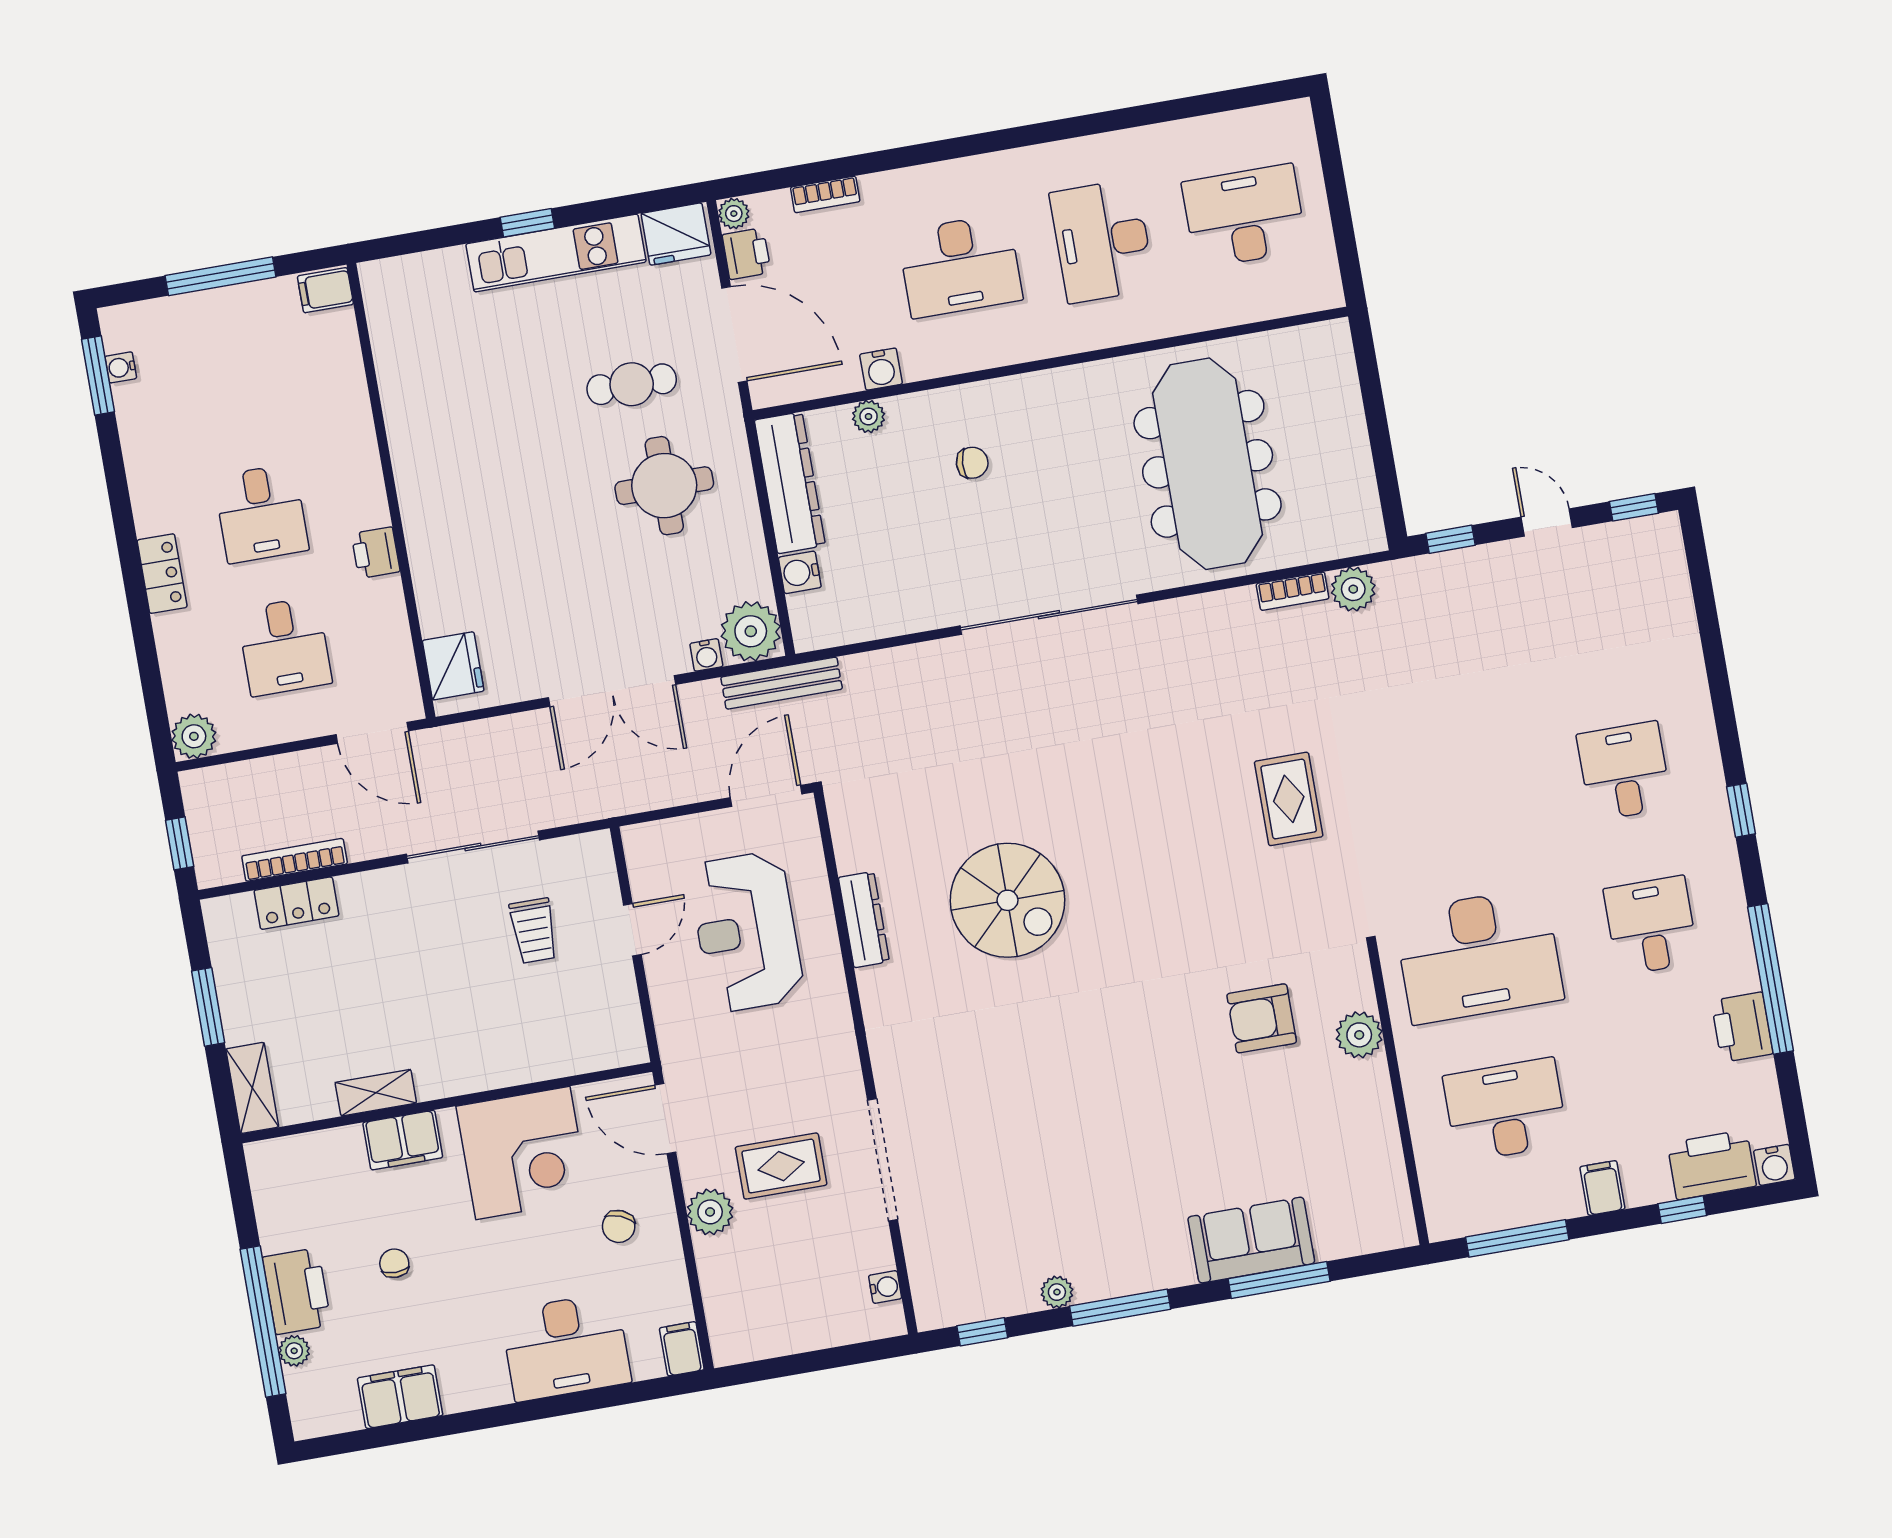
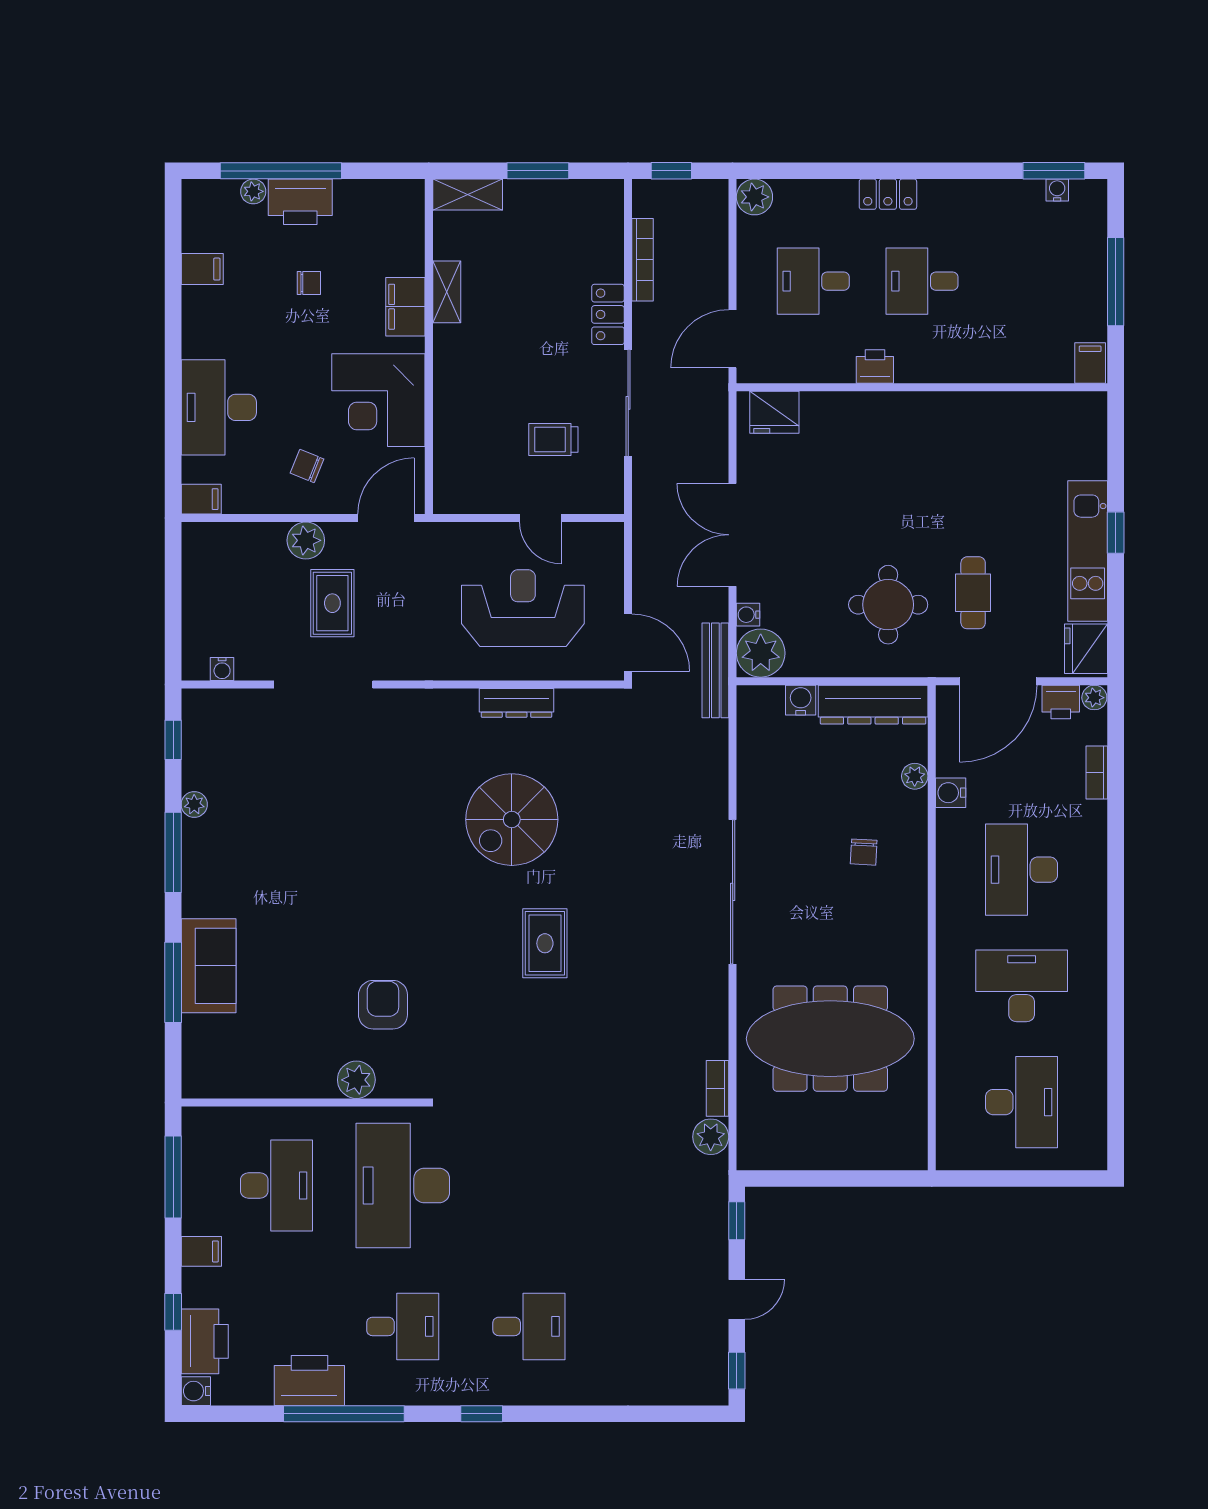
rug: (1289, 799) -> (545, 943), moved, turned 90
locker: (296, 903) -> (608, 314), moved
printer: (1742, 1027) -> (309, 1380), width x1.37, depth x1.19
filing cabinet: (400, 1397) -> (202, 269), width x0.50

